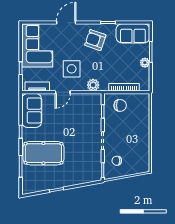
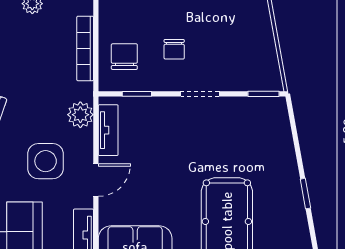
door: (63, 92) -> (96, 180), hinge flipped
tv unit: (86, 98) -> (108, 130), added
chair: (117, 161) -> (174, 49), moved

